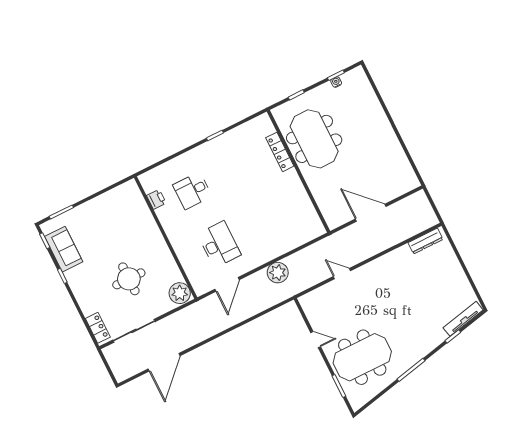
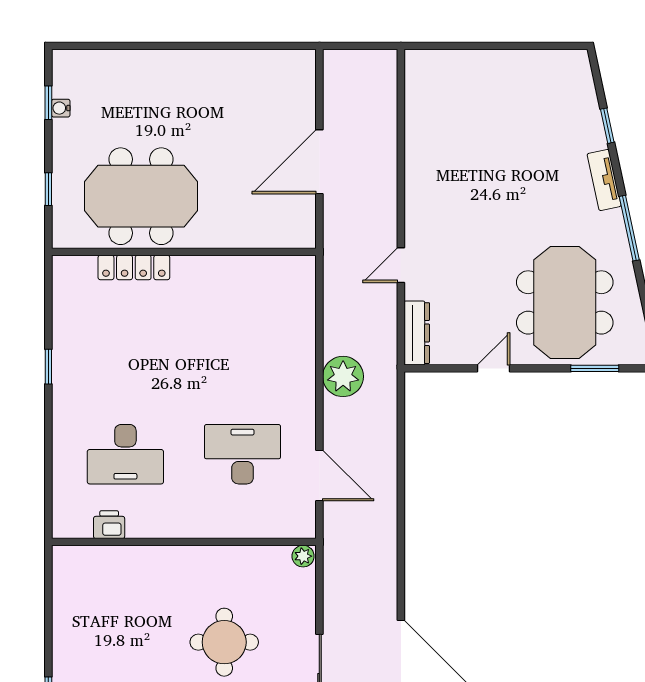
desk: (192, 191) -> (125, 454), width x1.37
dresser: (425, 241) -> (417, 333), moved
plant: (180, 293) -> (303, 556), width x0.53, depth x0.53
tv unit: (463, 319) -> (604, 180), moved, width x0.71

